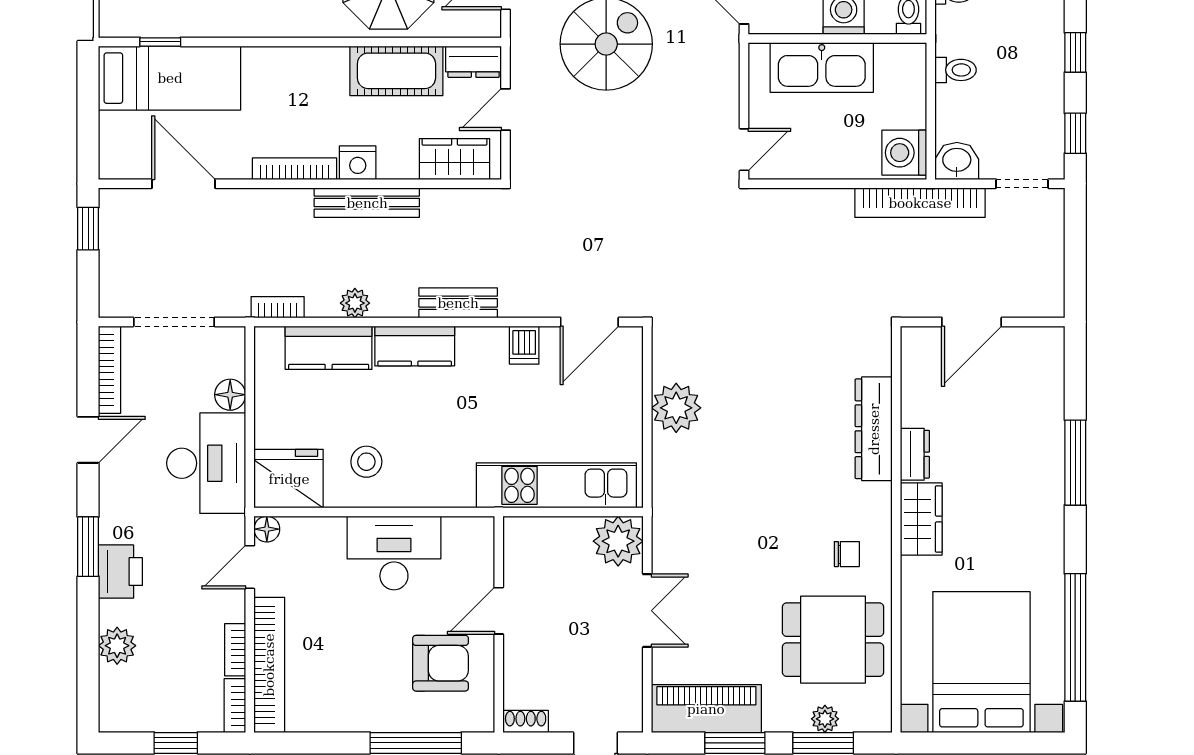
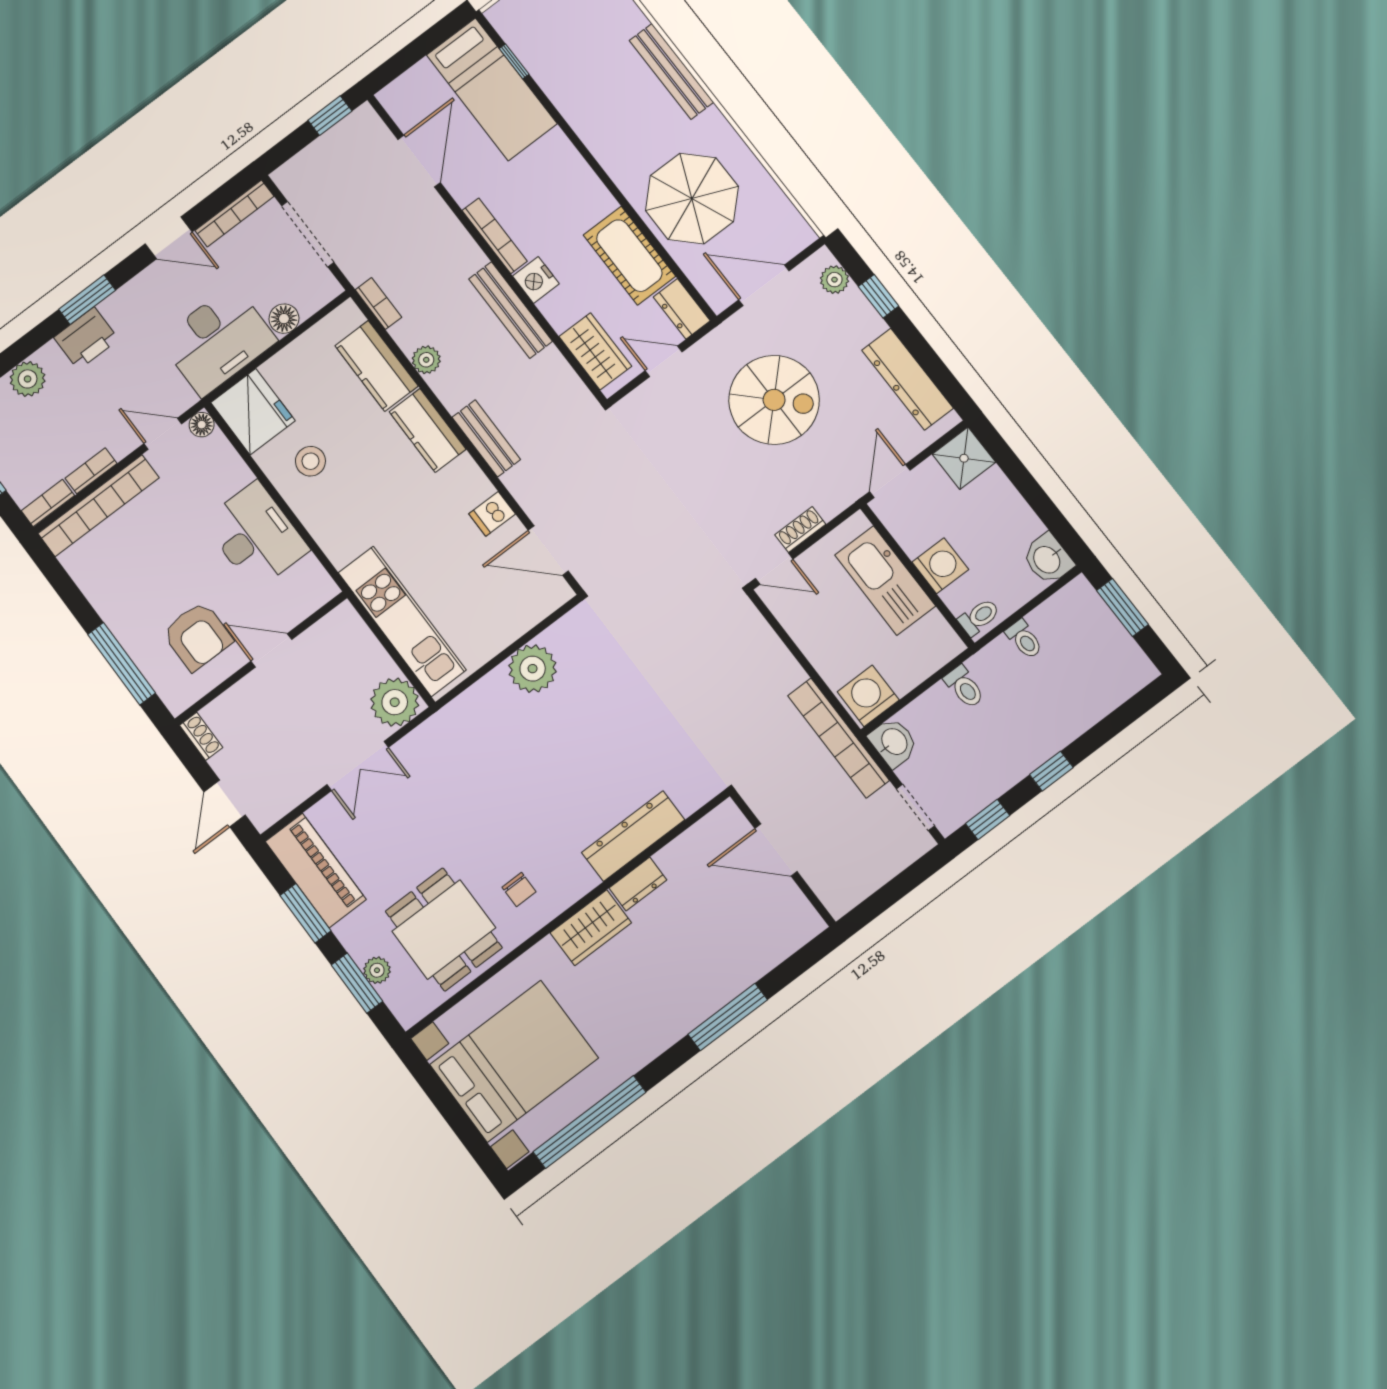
shoe rack: (728, 104) -> (800, 529), added

